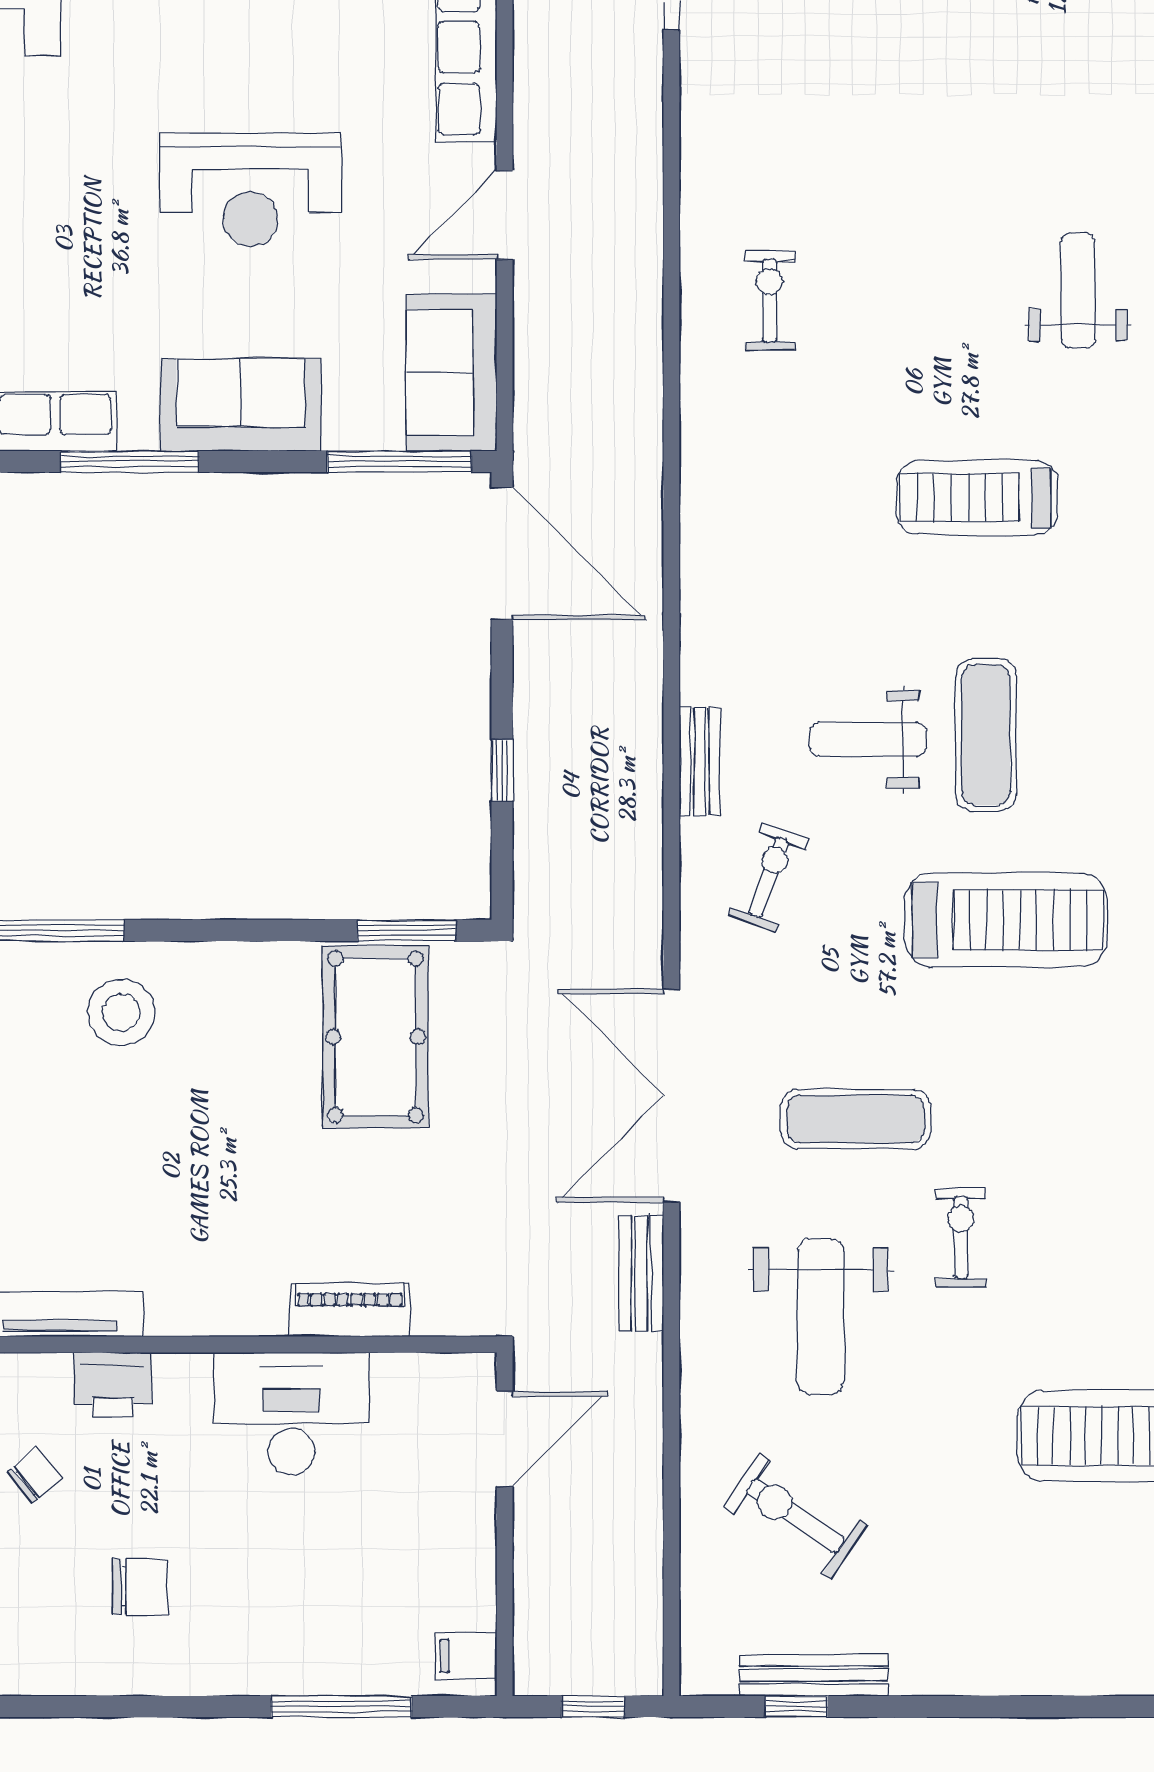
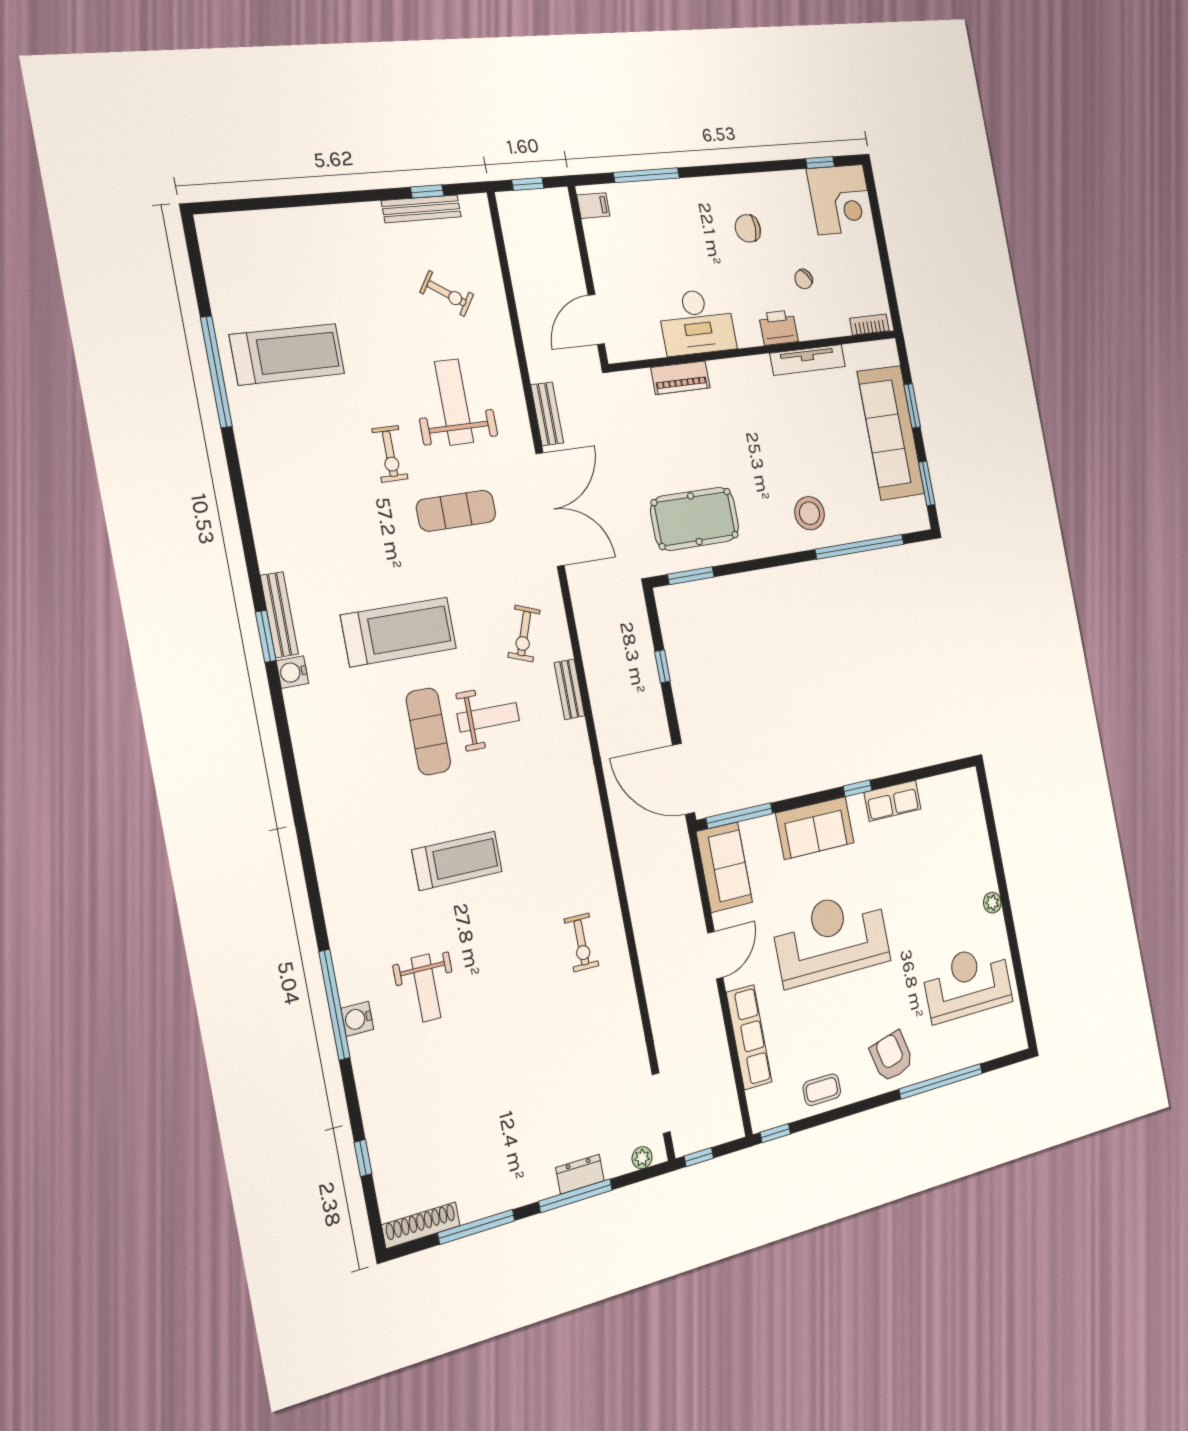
reception desk: (250, 190) -> (831, 938), width x1.36, depth x1.30
window: (130, 462) -> (857, 788), width x0.46
treadmill: (1006, 920) -> (399, 632), turned 180
pool table: (375, 1037) -> (695, 519), turned 90
exercise bike: (795, 1516) -> (447, 293), width x0.73, depth x0.72

